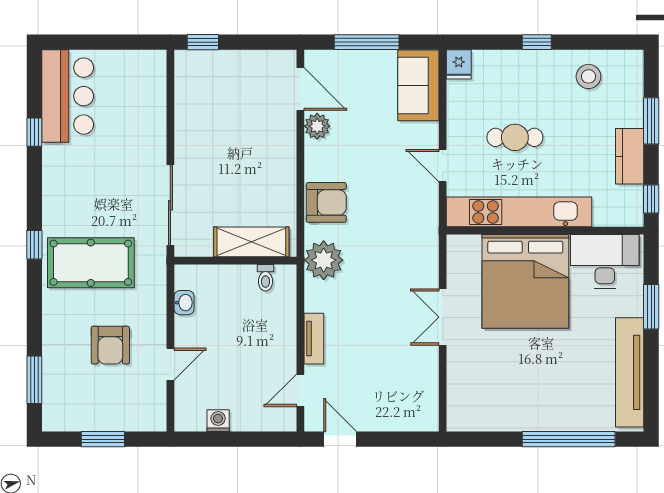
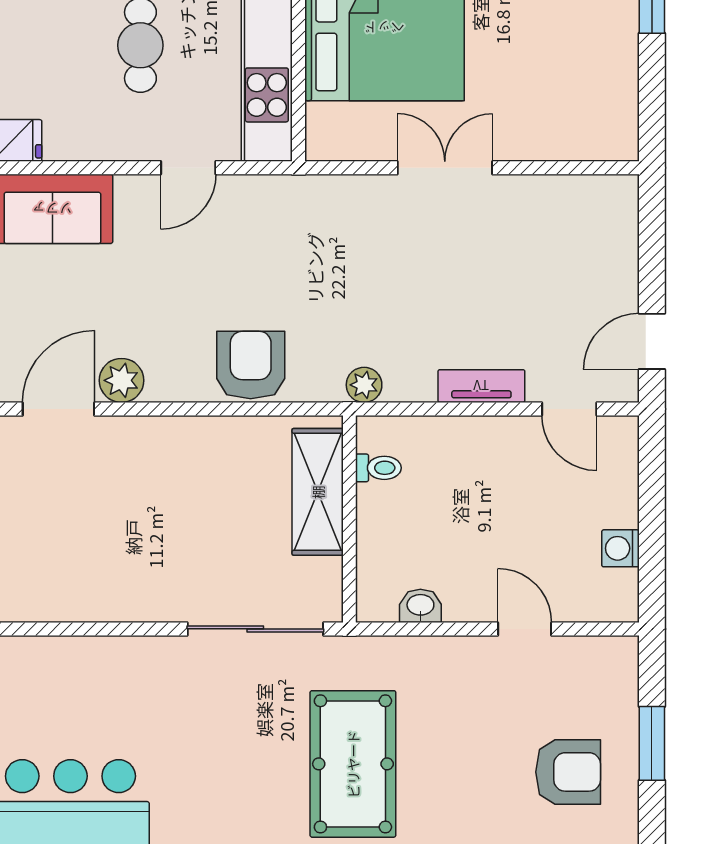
plant: (324, 260) -> (364, 385), width x0.53, depth x0.53
double door: (443, 317) -> (445, 168), swing flipped
armchair: (110, 345) -> (568, 772), moved

